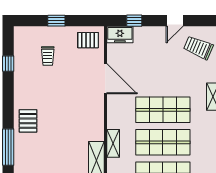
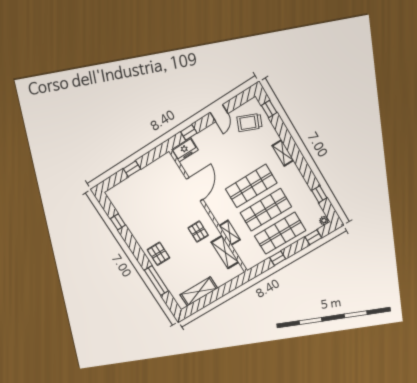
pallet: (88, 40) -> (198, 232), moved, turned 90
trolley: (48, 56) -> (142, 199), removed
door: (105, 79) -> (195, 189), hinge flipped

